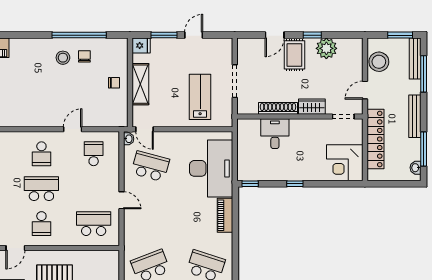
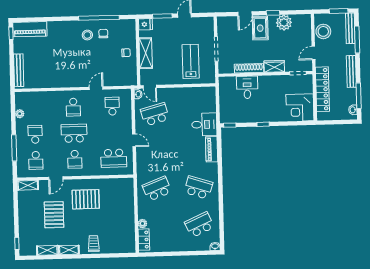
school desk: (150, 166) -> (155, 114), turned -30
desk: (211, 168) -> (204, 124), width x0.53, depth x0.77
school desk: (94, 224) -> (114, 158), turned 180

